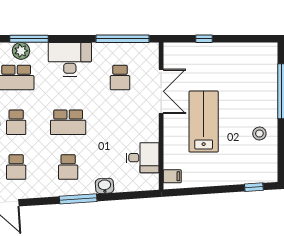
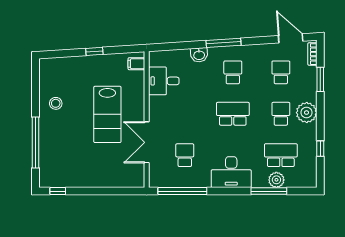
window: (204, 39) -> (58, 191), moved
window: (254, 187) -> (94, 51), moved

